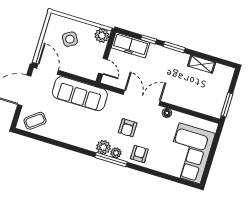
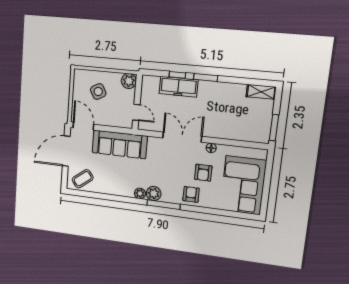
freezer: (130, 45) -> (178, 87), moved
shelving: (202, 64) -> (261, 92), moved
armchair: (128, 128) -> (203, 173), moved
plant: (116, 153) -> (140, 193), moved

